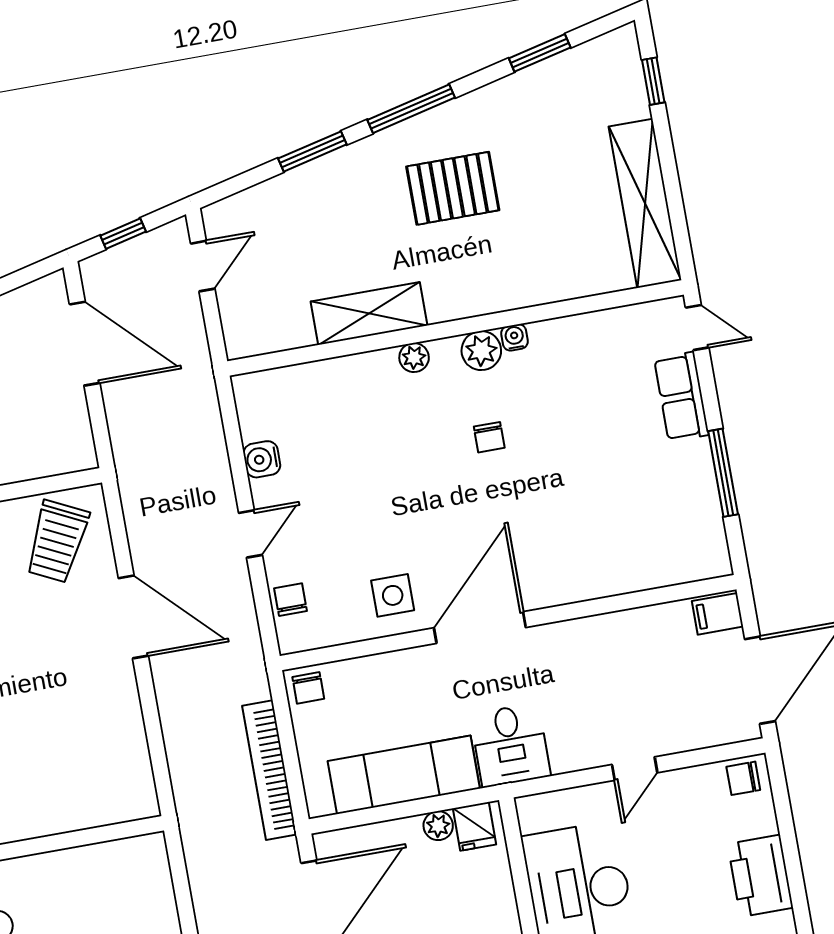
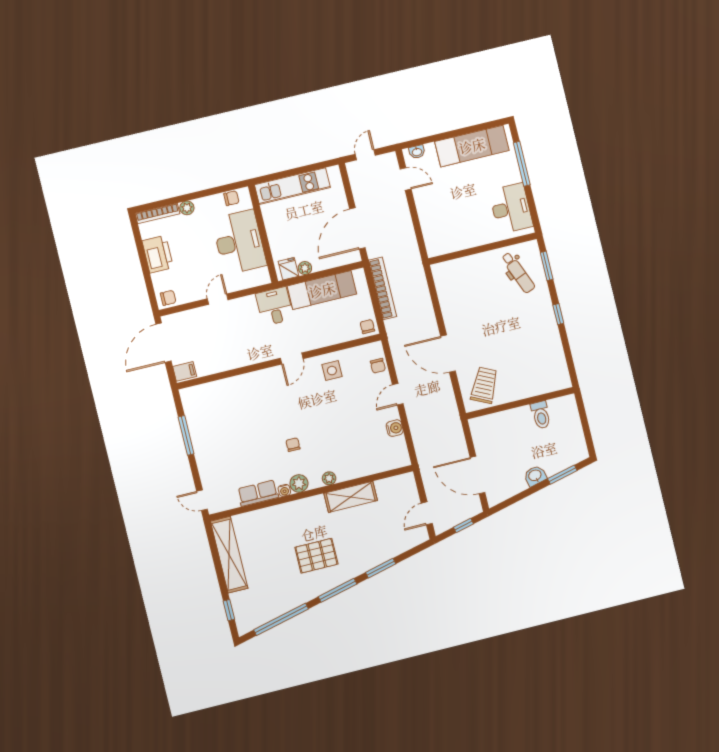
window: (540, 53) -> (281, 619), width x2.11
row of seats: (681, 397) -> (258, 493), moved, turned -90
door: (480, 628) -> (292, 358), width x0.53

